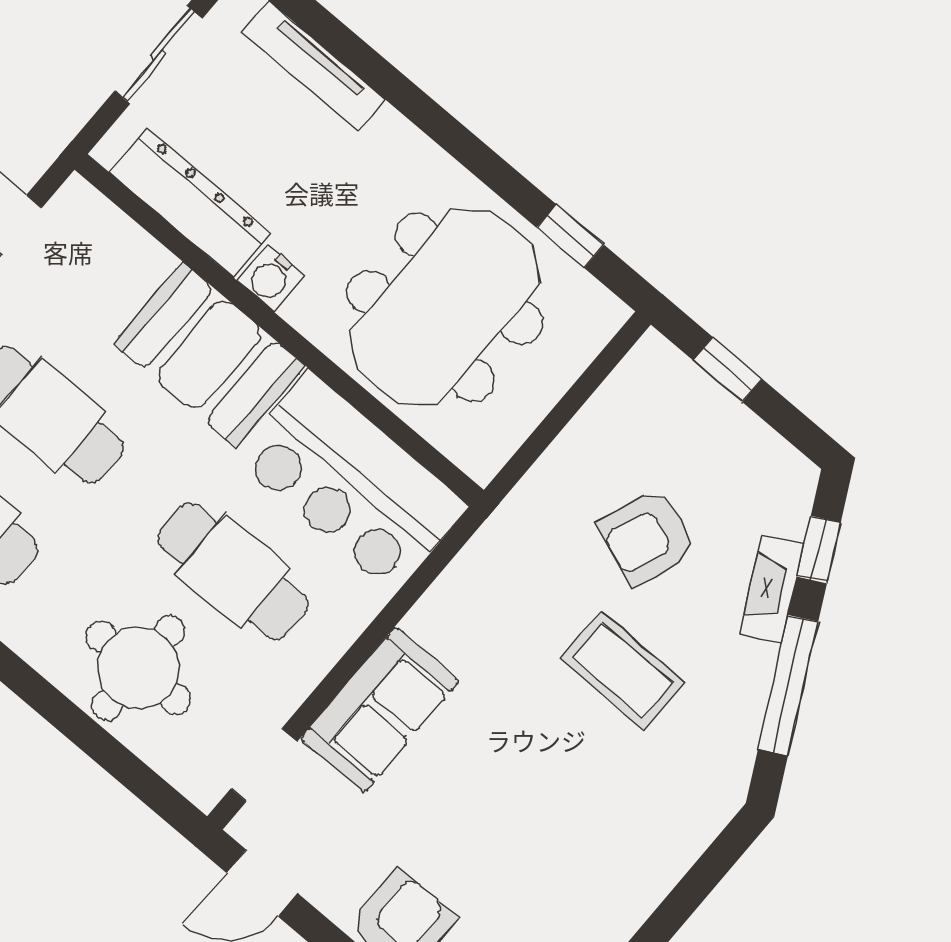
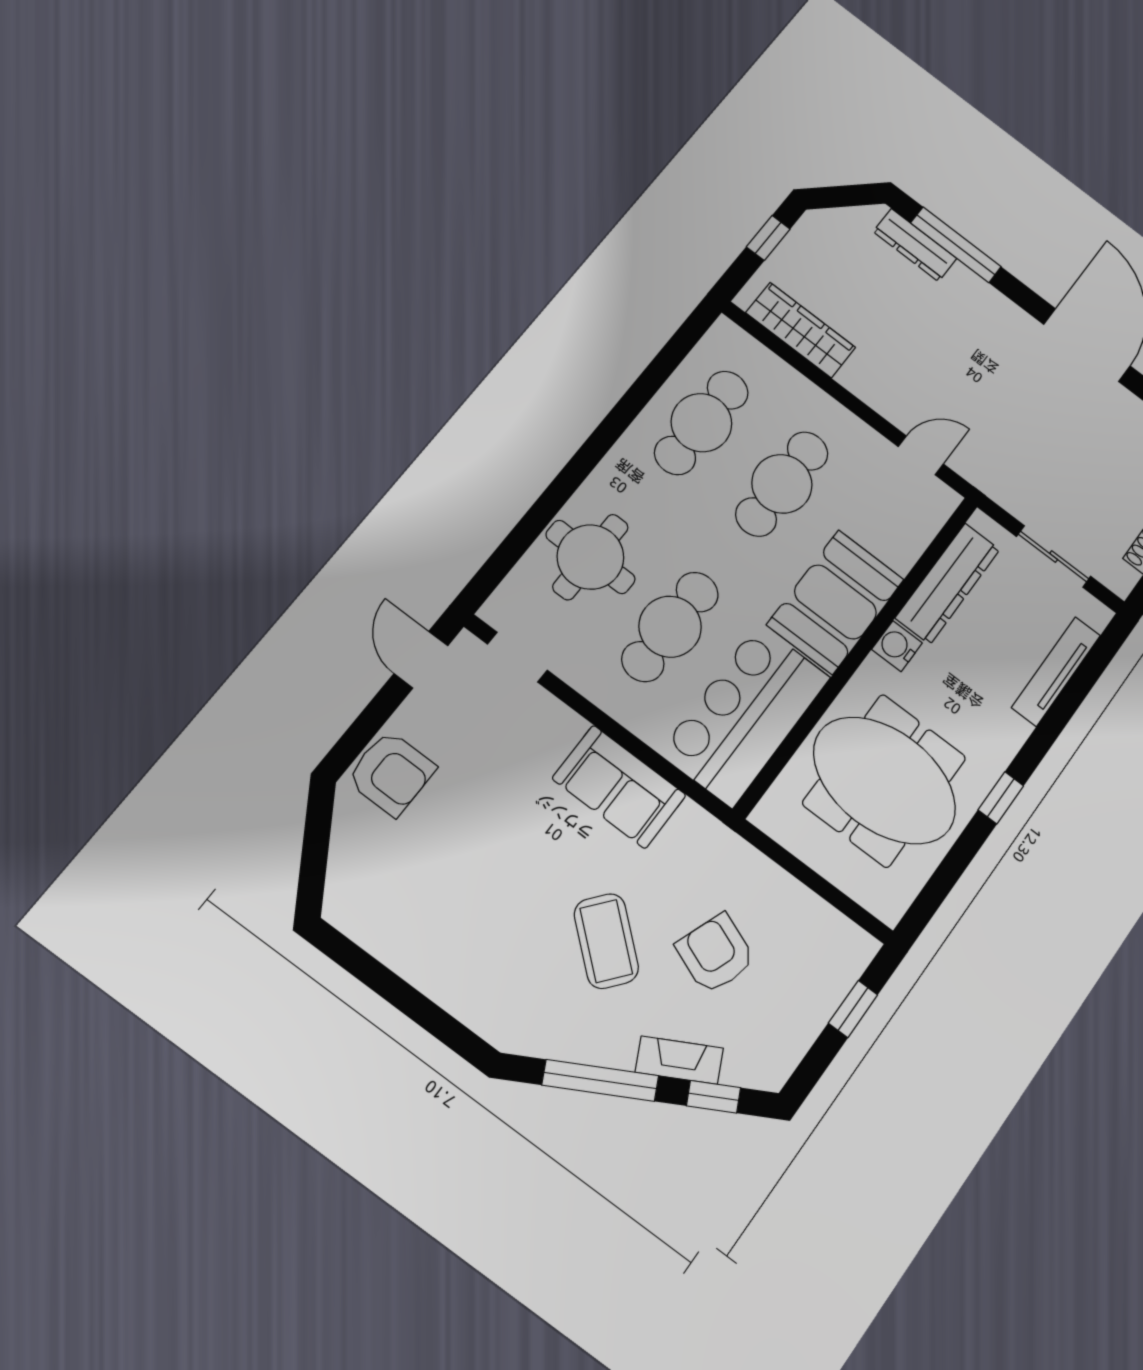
window: (570, 236) -> (1001, 798), moved
coffee table: (623, 671) -> (606, 941), turned -50
sofa: (380, 710) -> (619, 787), moved

